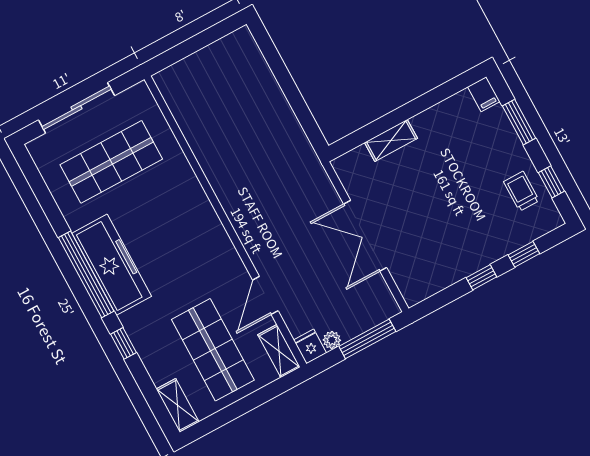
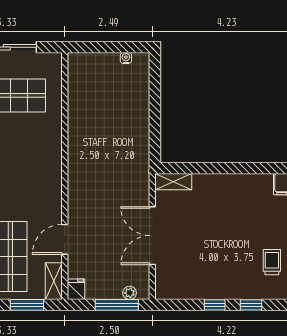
water cooler: (222, 45) -> (126, 58), added
shelving: (391, 140) -> (173, 182), moved
plant: (332, 340) -> (130, 293), moved
window: (262, 396) -> (27, 305), added

